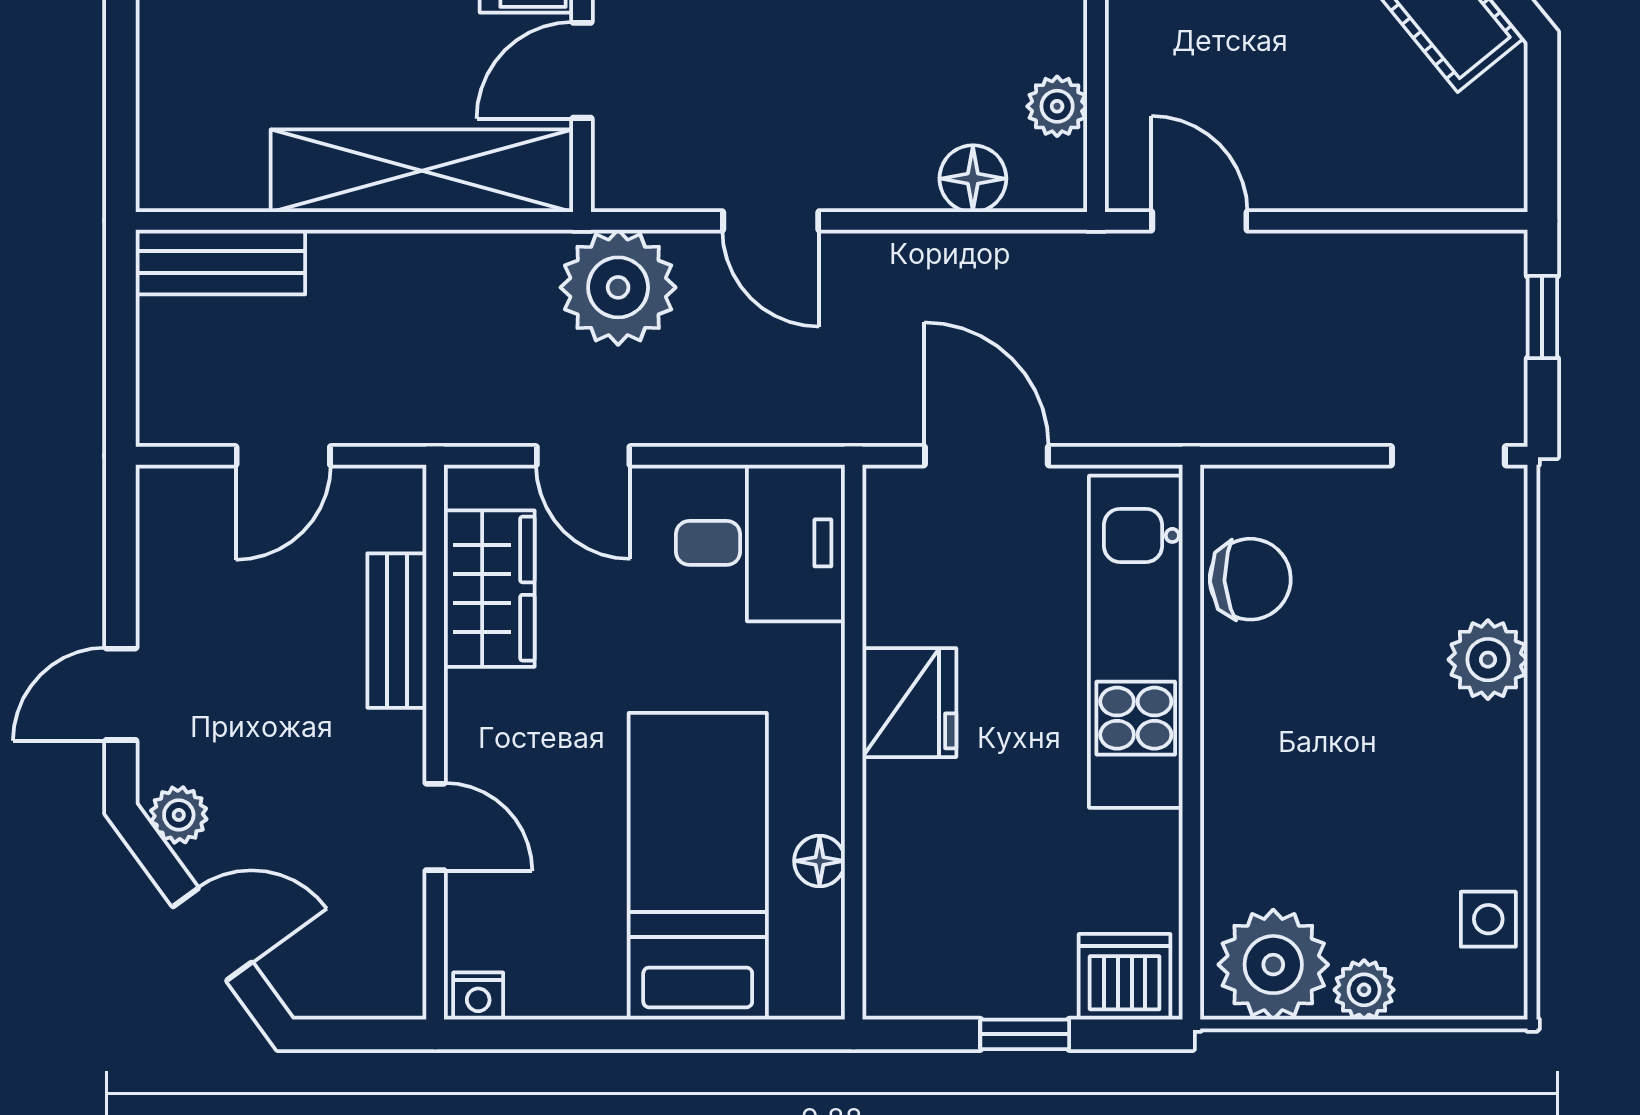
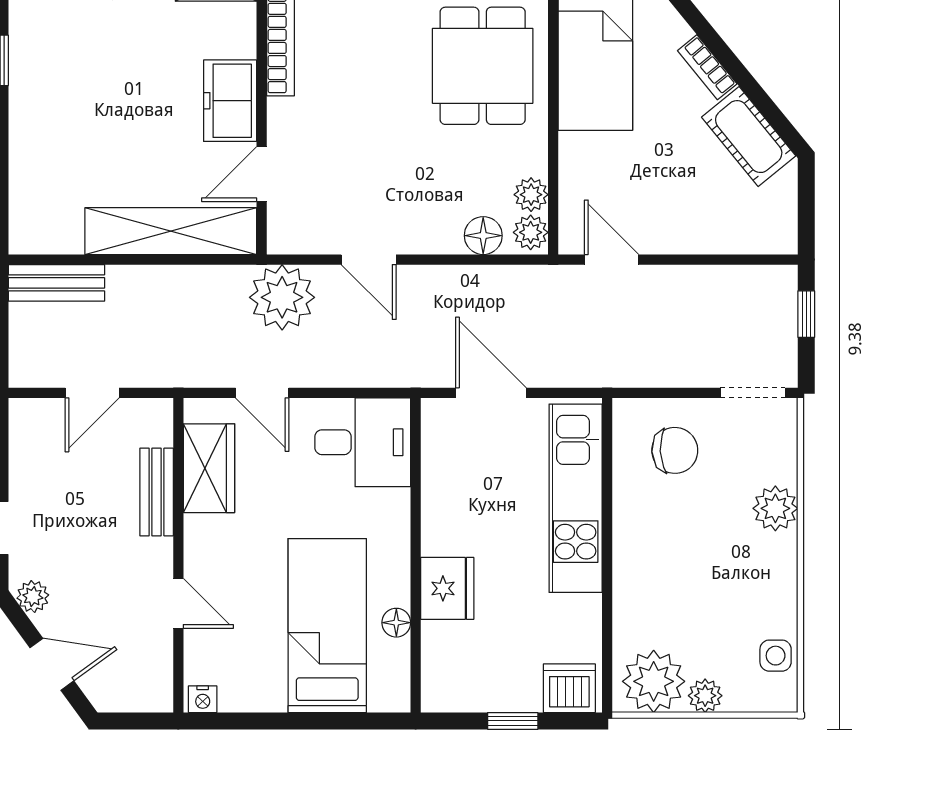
plant: (1056, 173) -> (531, 232), added
chair: (1250, 579) -> (675, 450), moved
fridge: (909, 703) -> (447, 588), moved

